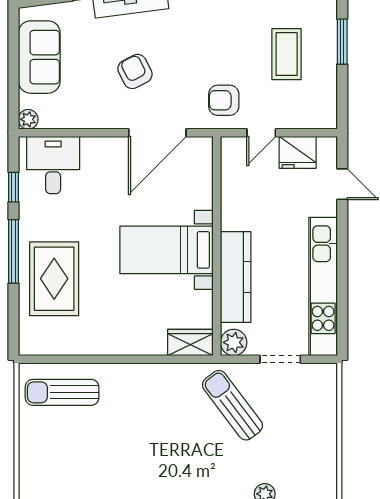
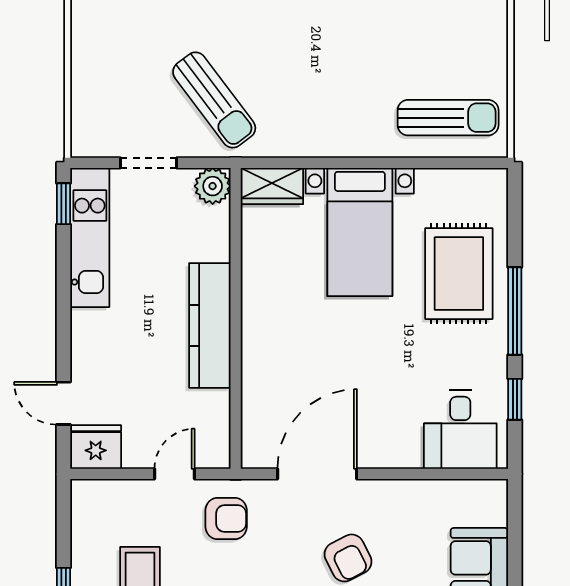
plant: (28, 119) -> (495, 492), removed
fridge: (298, 152) -> (96, 447), moved
bed with nightstands: (166, 250) -> (360, 232), moved, turned 90
kitchen counter: (236, 277) -> (210, 325), moved
kitchen unit: (323, 287) -> (90, 238), width x0.73
window: (342, 330) -> (64, 204), added

